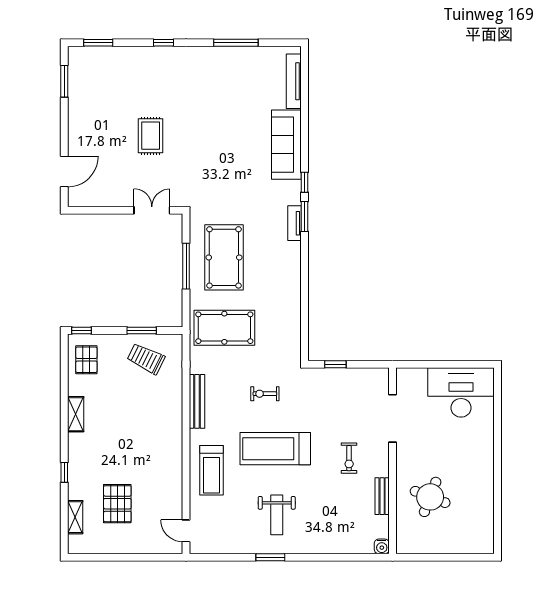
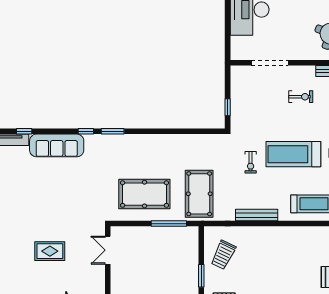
window: (305, 103) -> (24, 131), added
tv unit: (294, 223) -> (118, 139), removed
window: (186, 266) -> (169, 224), moved
window: (142, 330) -> (201, 276), moved
treadmill: (275, 449) -> (293, 154), turned 90

